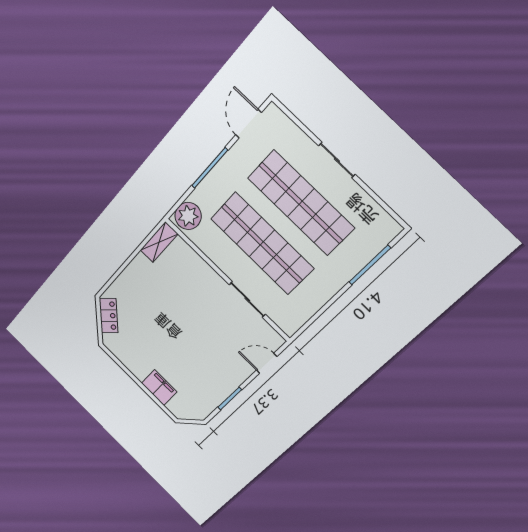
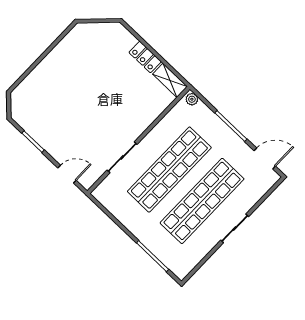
plant: (188, 216) -> (192, 99), width x0.53, depth x0.53
locker: (109, 316) -> (145, 57), moved, turned 45
door: (267, 363) -> (67, 174), hinge flipped
filing cabinet: (159, 388) -> (39, 76), removed

